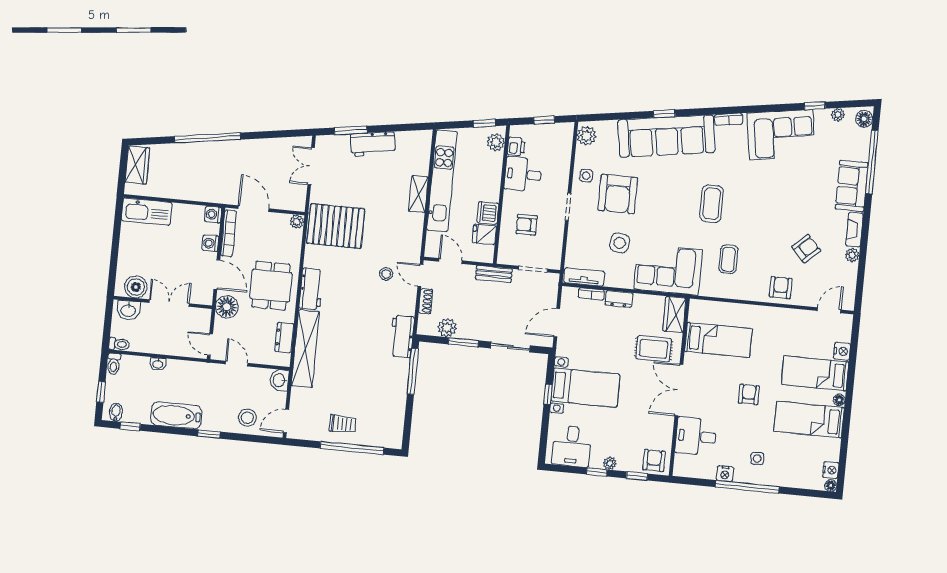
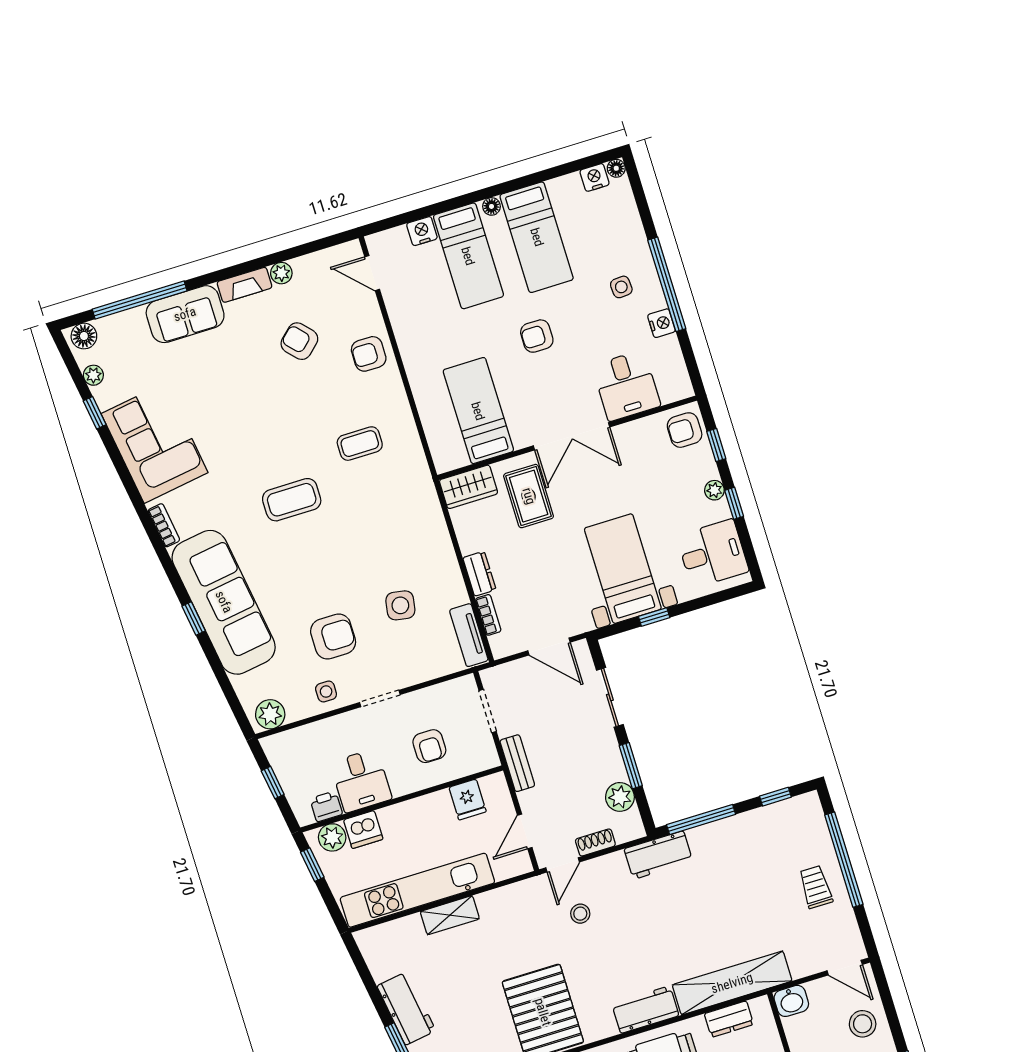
armchair: (618, 194) -> (333, 637), width x0.73, depth x0.73
dishwasher: (488, 213) -> (363, 829), moved
corner sofa: (668, 270) -> (409, 522), removed
window: (408, 422) -> (775, 797), added

